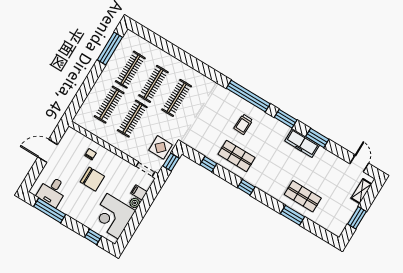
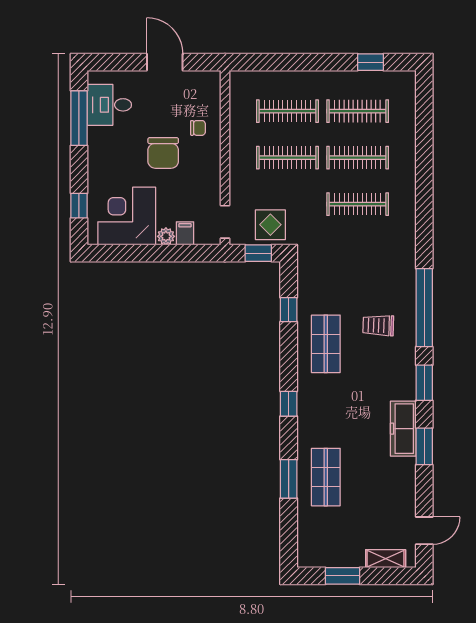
window: (110, 48) -> (370, 62), width x0.46
window: (246, 187) -> (289, 404), moved

